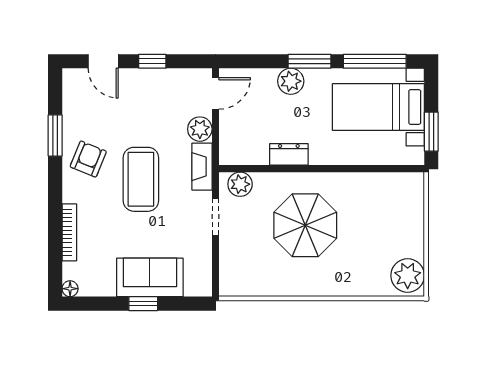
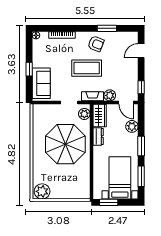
window: (152, 61) -> (141, 87), moved
window: (375, 61) -> (141, 176), width x0.69
plant: (291, 81) -> (132, 126), moved
wardrobe: (243, 151) -> (100, 115), added
parasol: (305, 225) -> (65, 144), width x1.36, depth x1.36
sofa: (150, 277) -> (41, 83), moved

